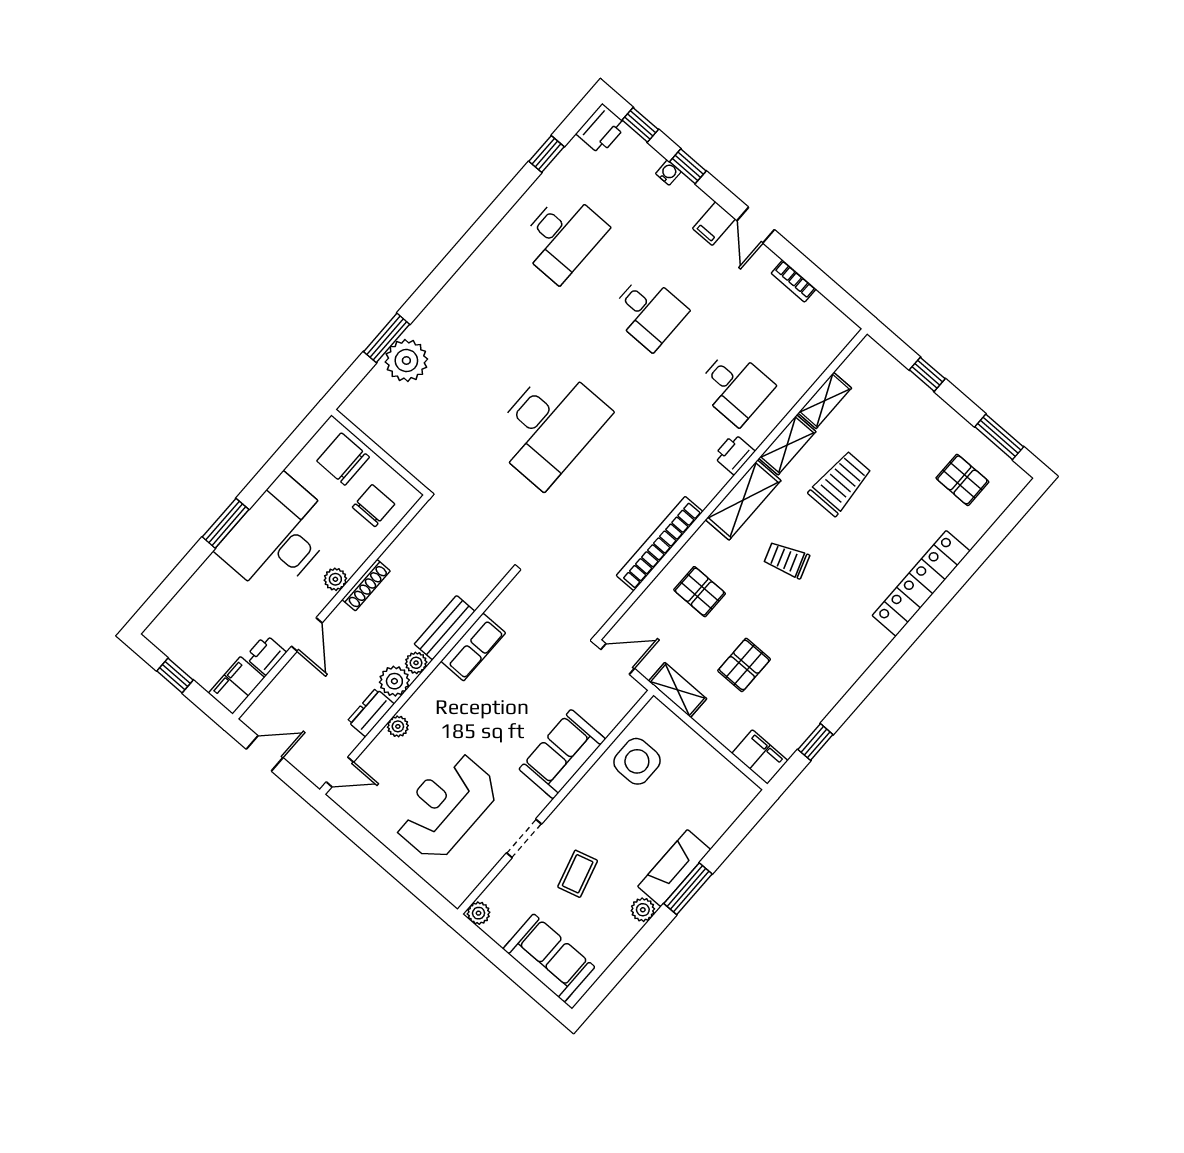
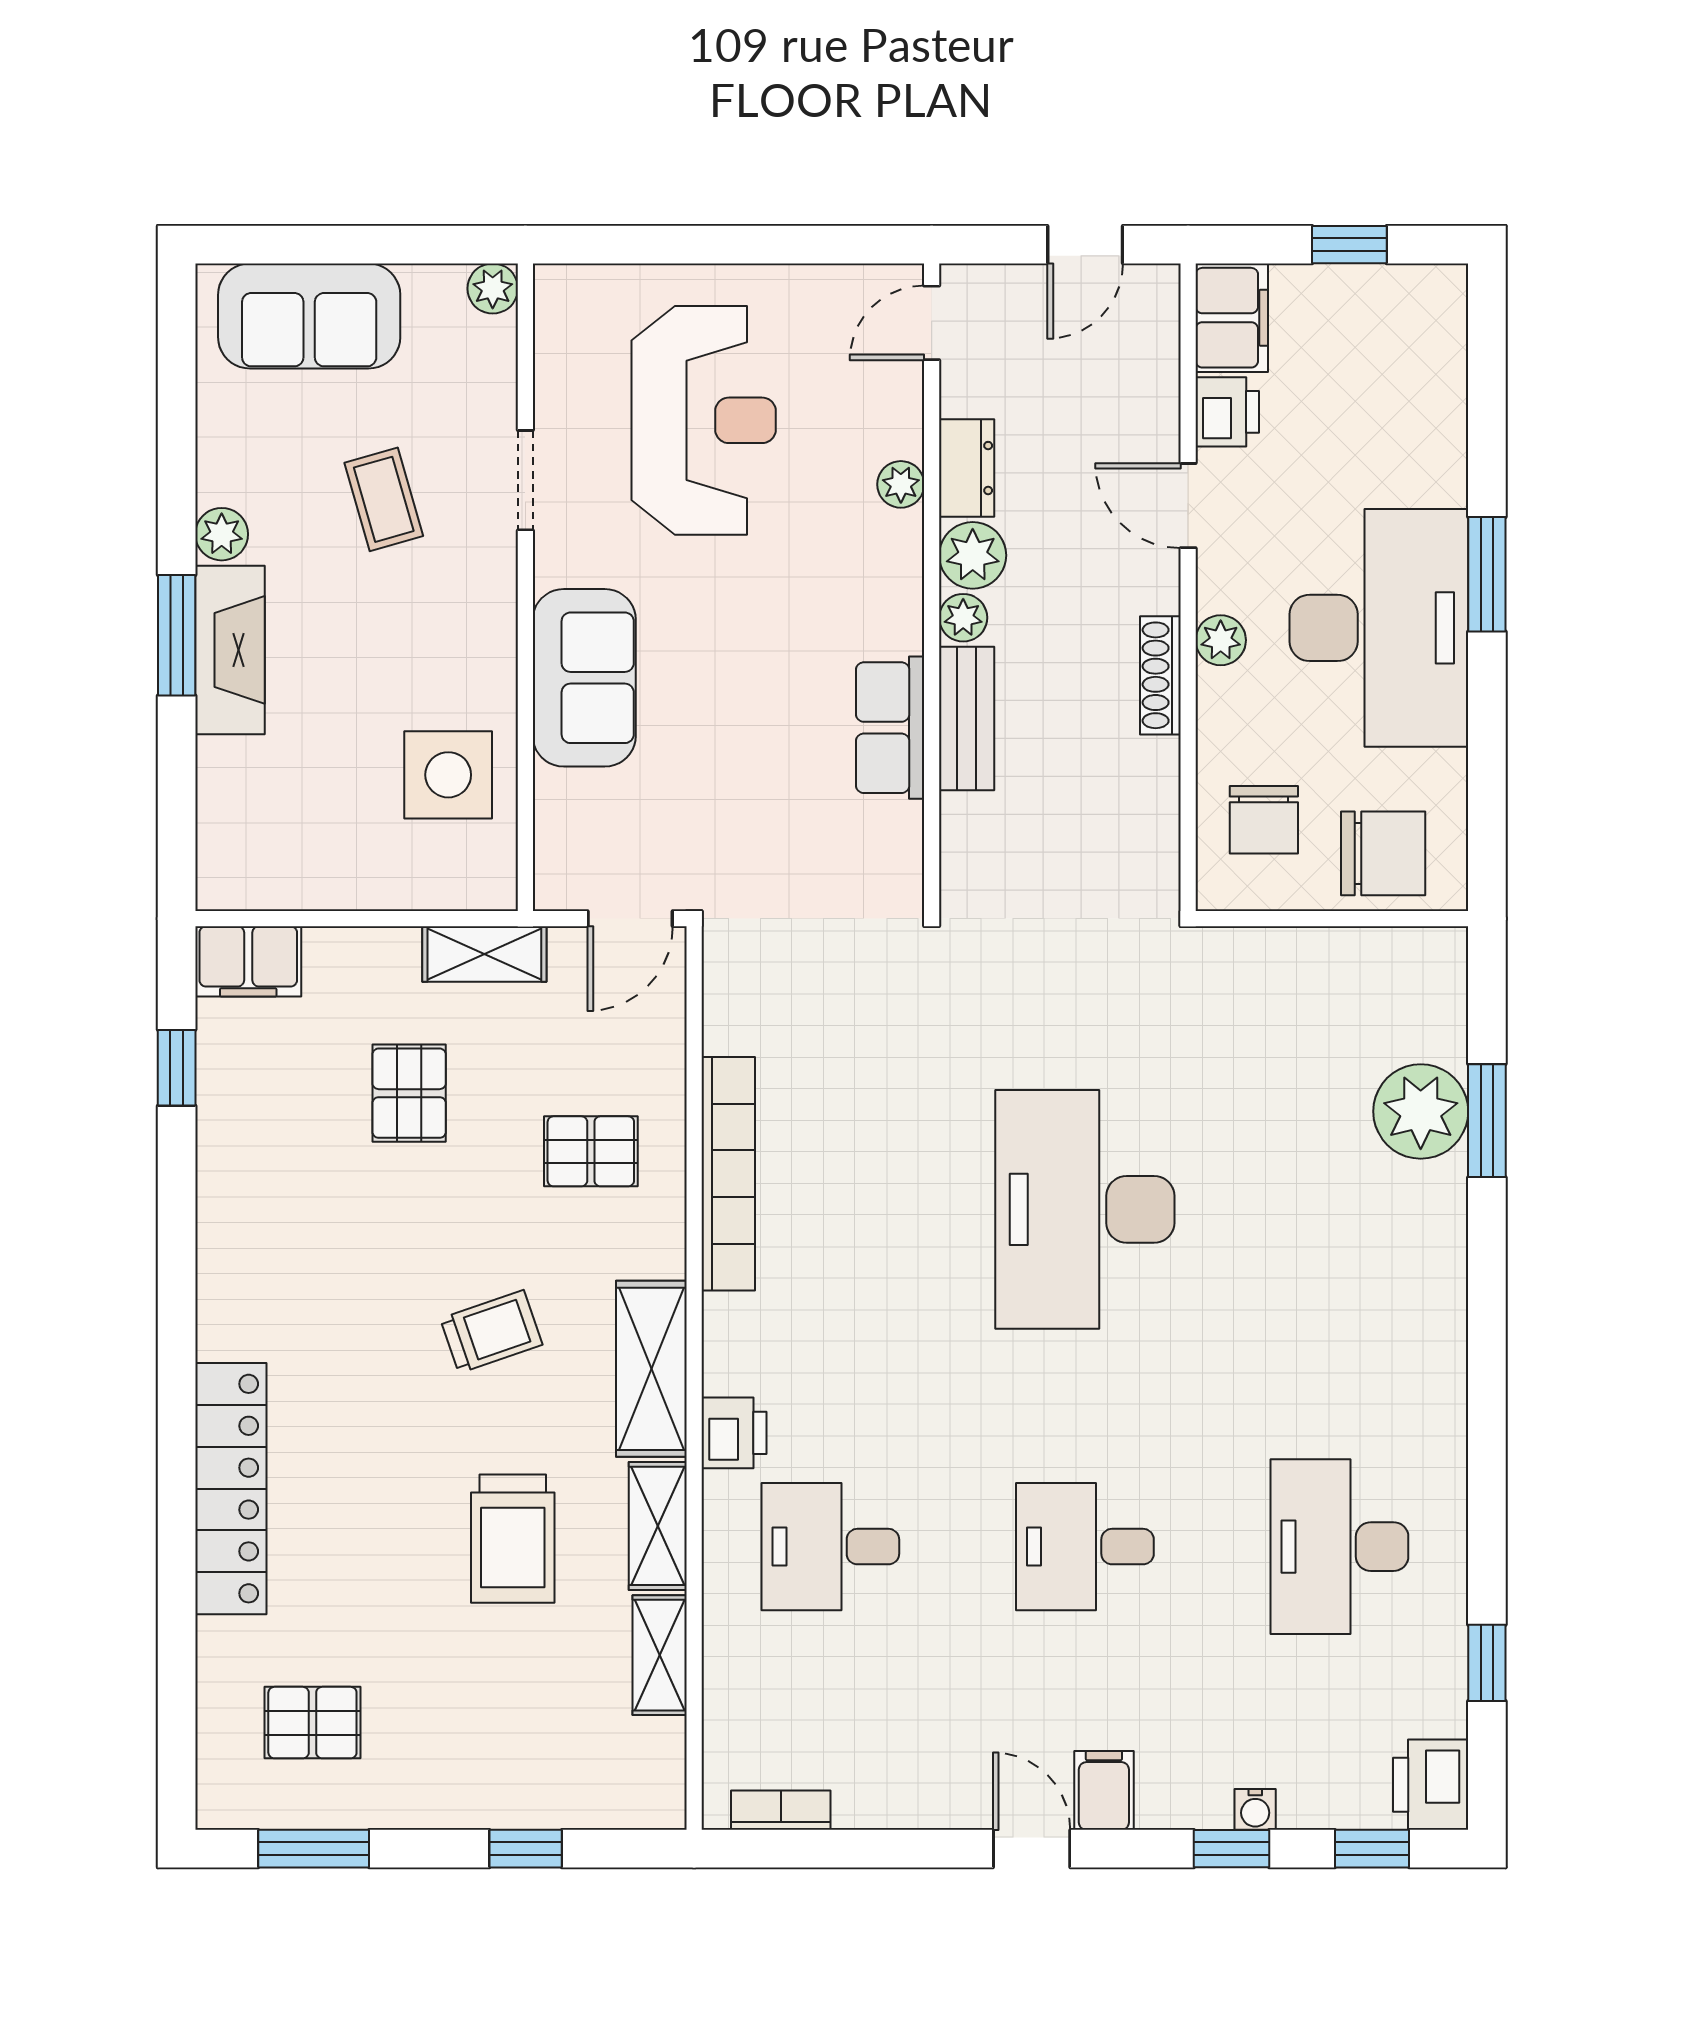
bookcase: (794, 281) -> (781, 1810), moved

